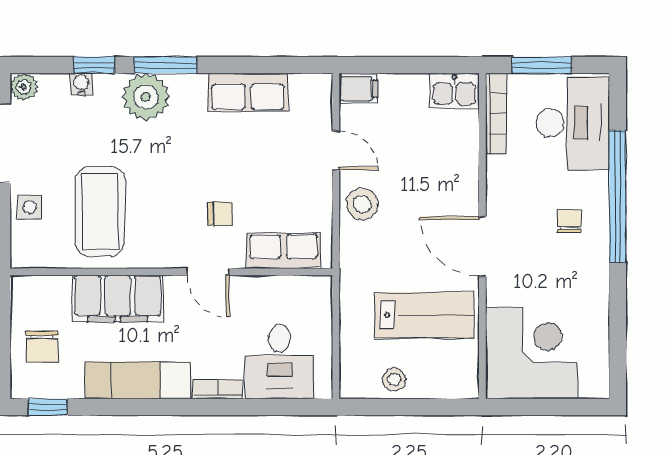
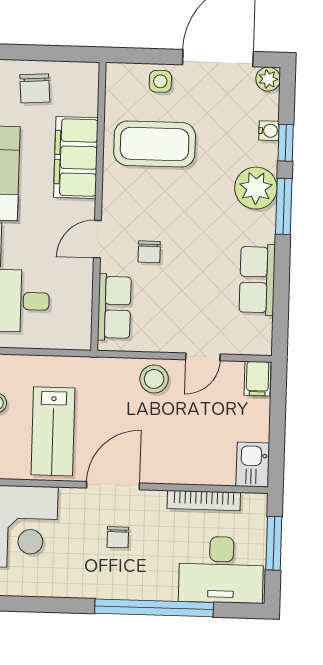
bookcase: (496, 114) -> (204, 500), moved
chair: (569, 221) -> (118, 537), moved, turned 90
chair: (42, 347) -> (35, 88), turned -94

